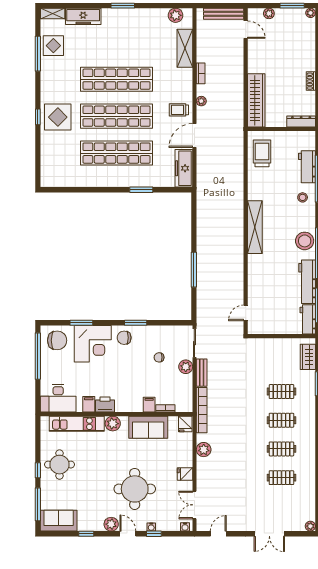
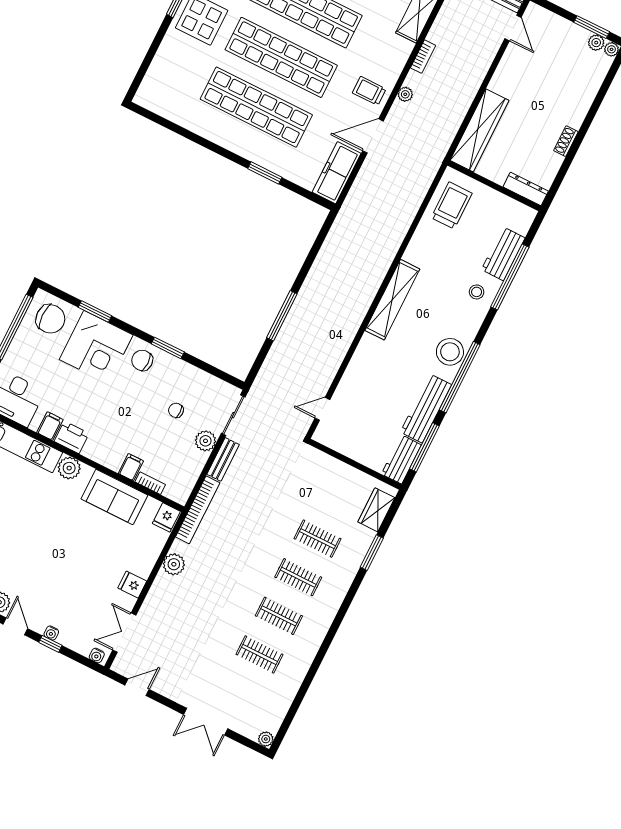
plant: (269, 13) -> (596, 43), moved
round table: (135, 489) -> (55, 571), removed

